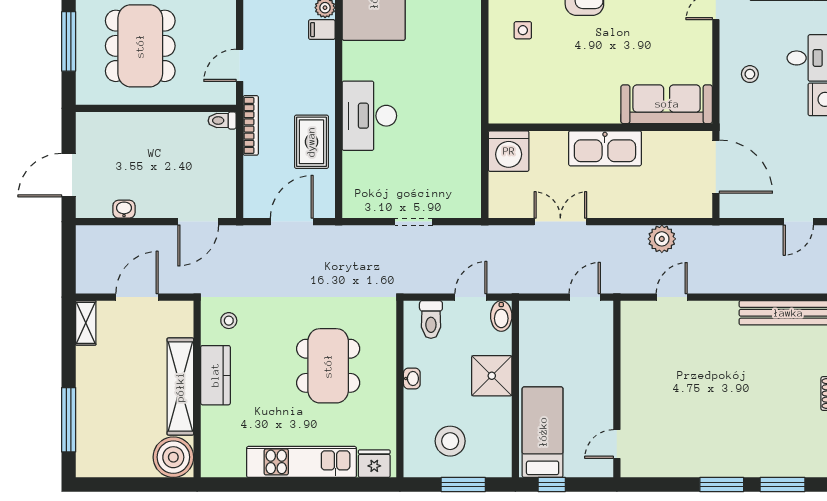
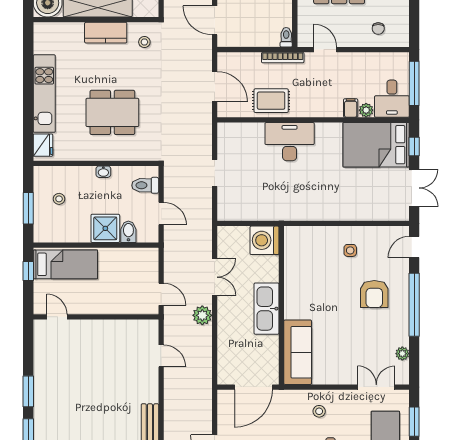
plant: (662, 239) -> (202, 315), moved
bidet: (501, 316) -> (128, 232), moved, turned 90
stool: (450, 441) -> (59, 199), width x0.53, depth x0.53

